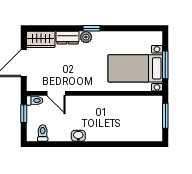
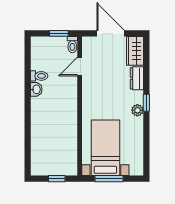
plant: (86, 37) -> (137, 110), moved
window: (165, 116) -> (57, 179), width x0.67
toilet: (43, 133) -> (39, 76), moved

